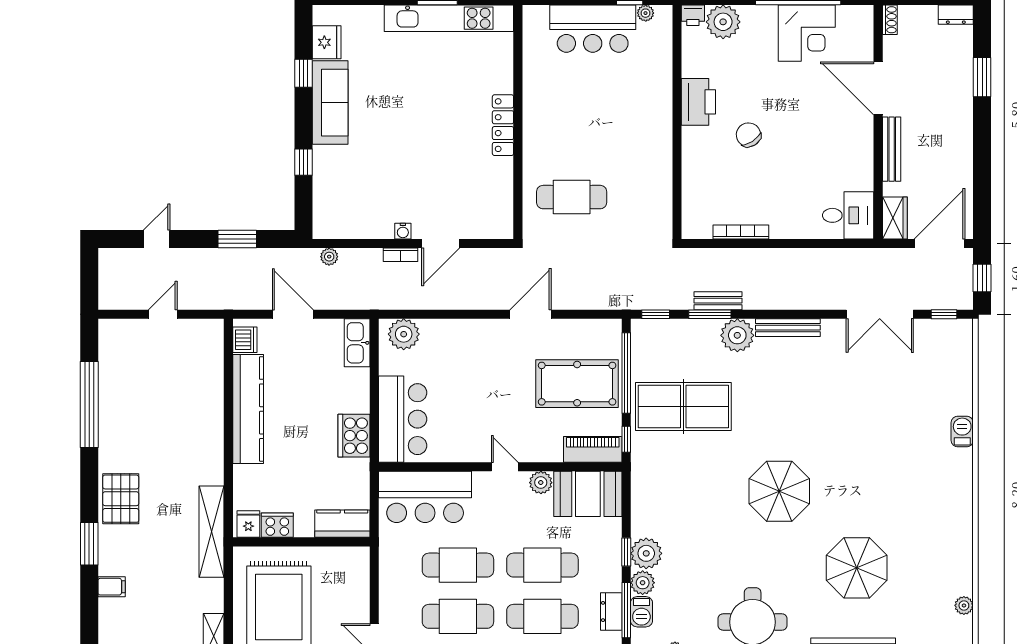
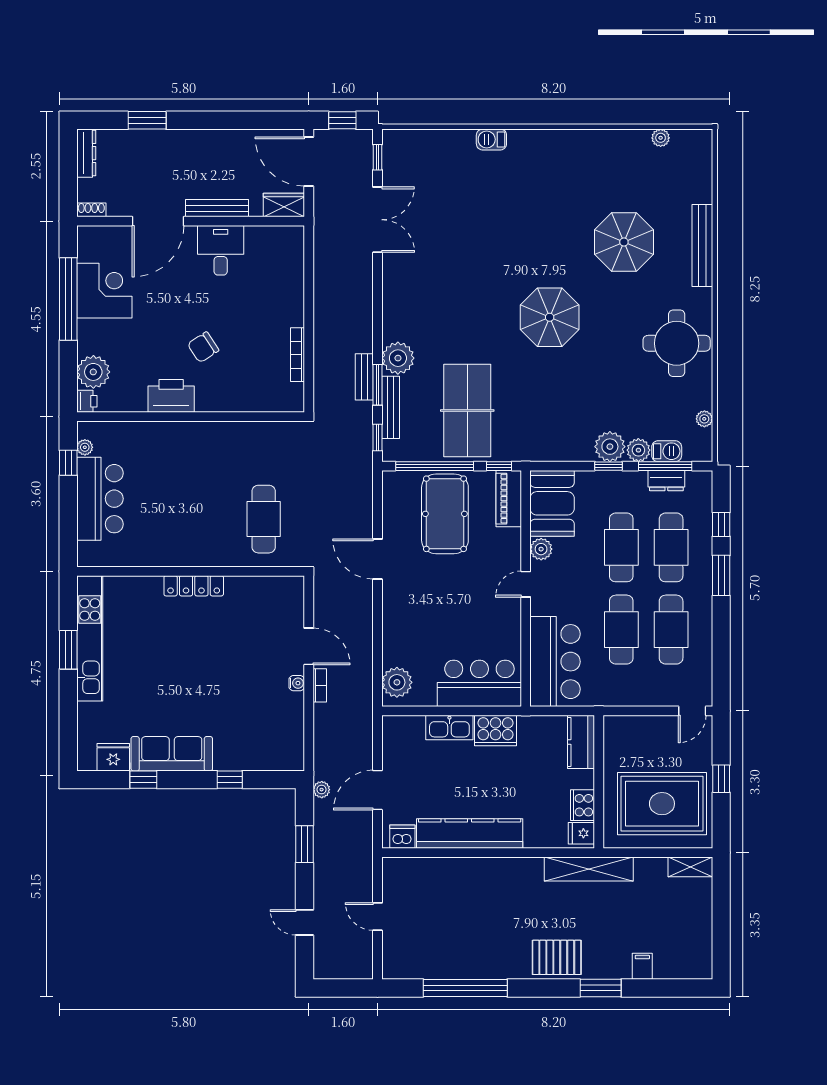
dresser: (956, 15) -> (86, 153), width x1.44
desk: (848, 215) -> (221, 250), moved
plant: (329, 257) -> (322, 790), moved
bench: (788, 328) -> (391, 407), moved
kitchen sink: (357, 343) -> (449, 728), moved

